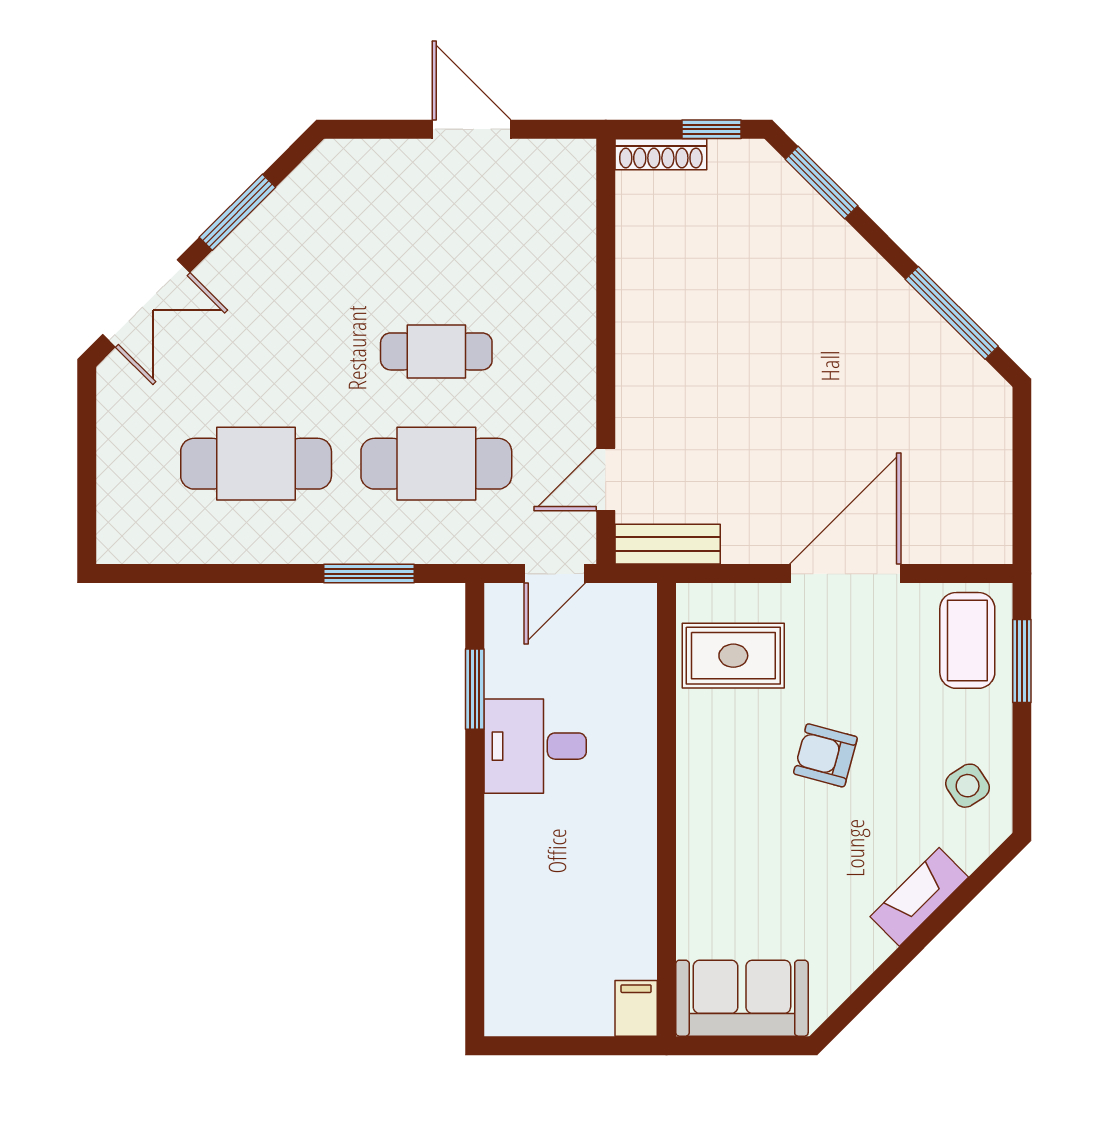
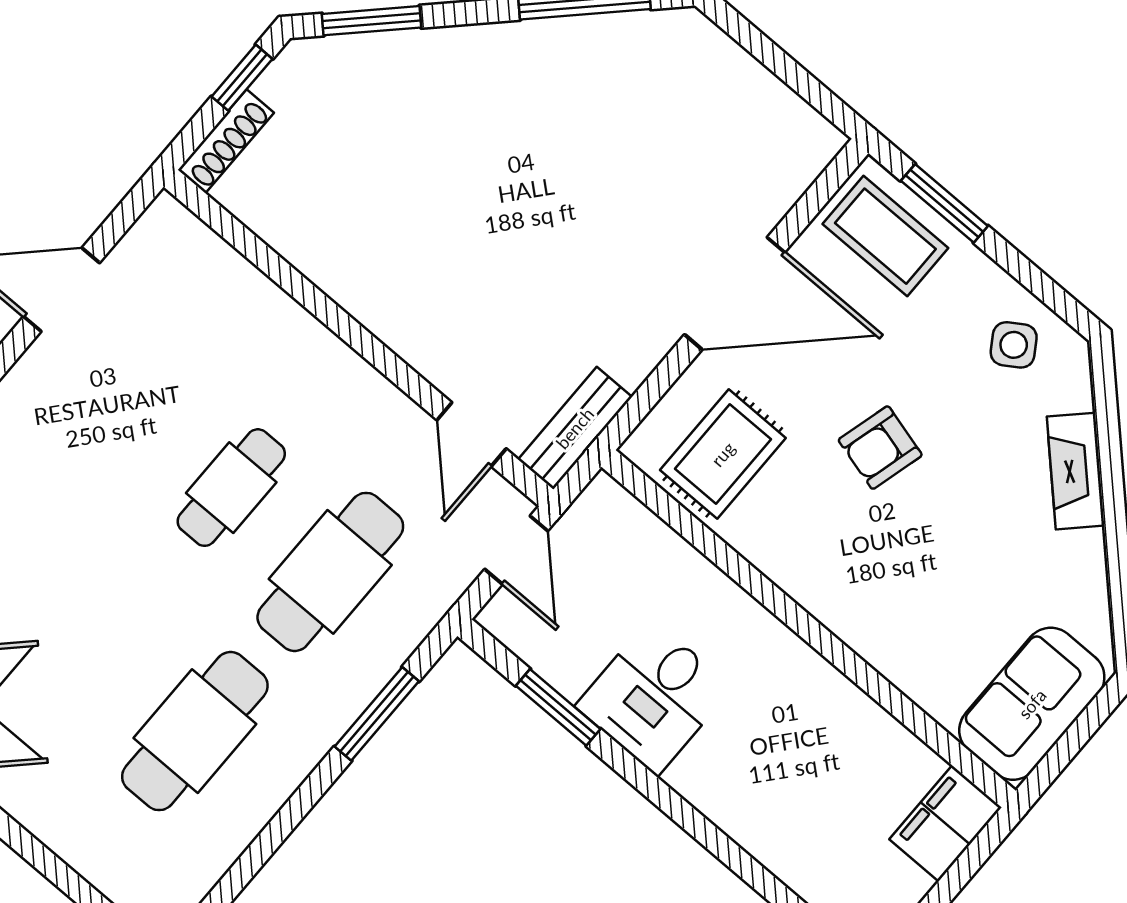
door: (845, 574) -> (735, 293), swing flipped
filing cabinet: (636, 1008) -> (945, 823), width x2.00

